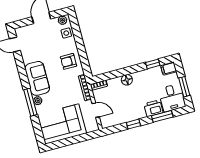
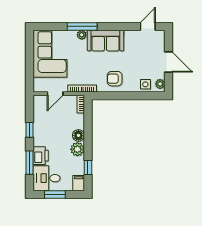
armchair: (69, 61) -> (115, 79), turned -90
plant: (139, 77) -> (77, 149), added

